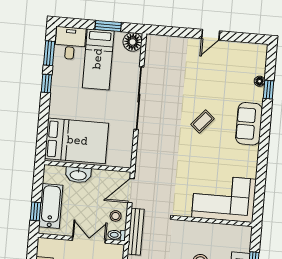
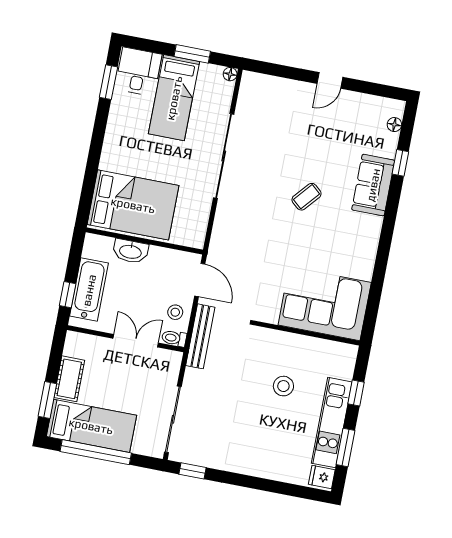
floor lamp: (133, 42) -> (230, 74), width x0.53, depth x0.53
floor lamp: (260, 81) -> (394, 125), moved
window: (47, 84) -> (101, 123), removed
sofa: (249, 124) -> (373, 185), moved
door: (131, 191) -> (200, 280), swing flipped

